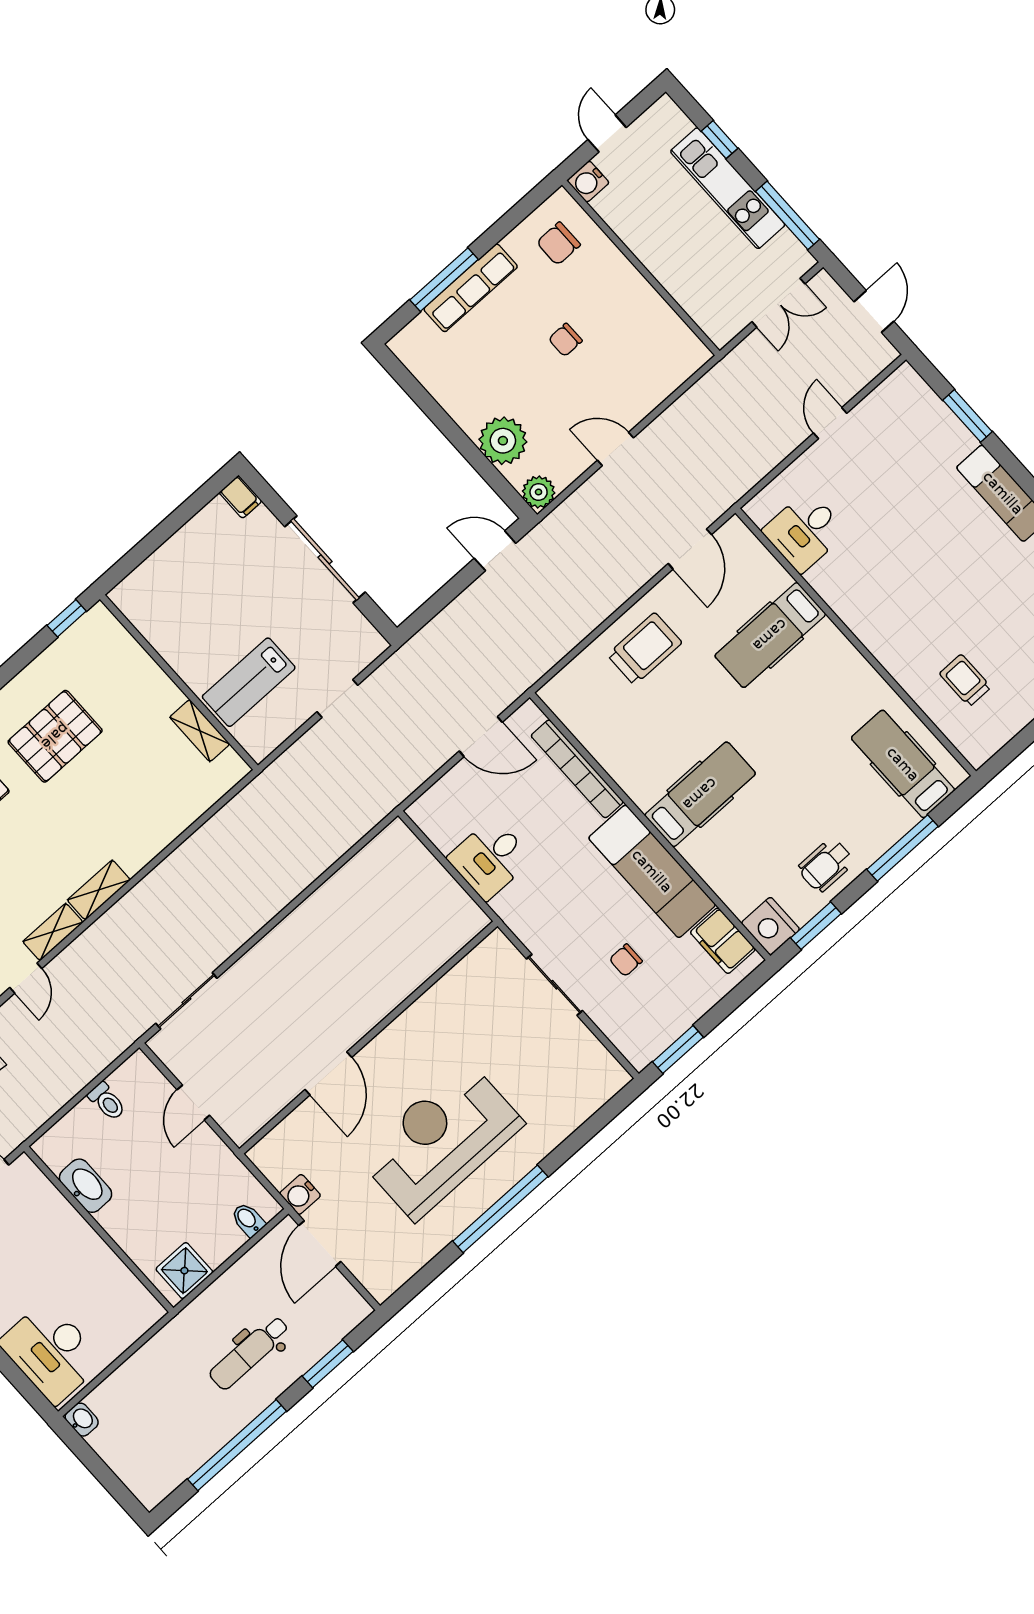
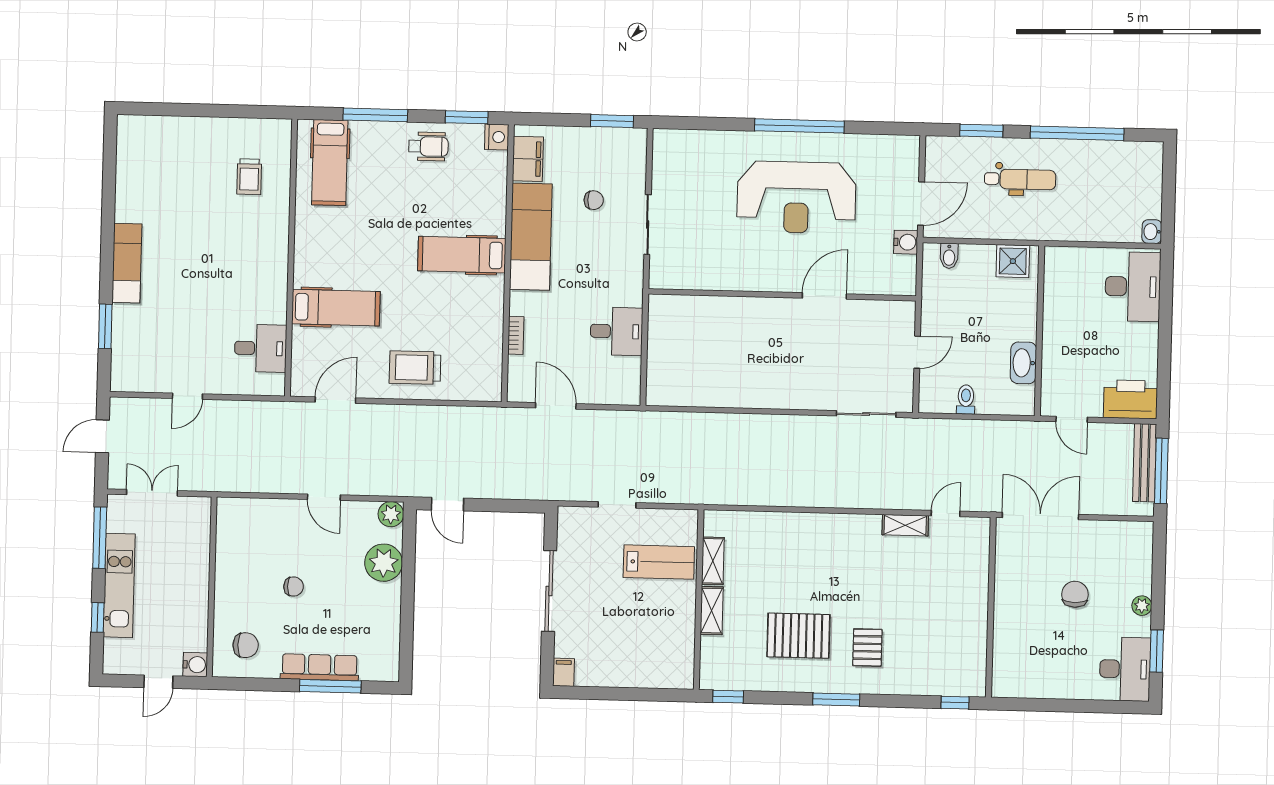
bookcase: (577, 769) -> (516, 335), width x0.43, depth x0.76
shelving: (99, 890) -> (712, 611), moved, turned 90
nightstand: (770, 926) -> (497, 137), width x0.74, depth x0.75

